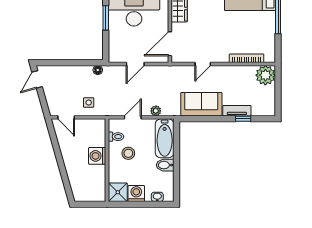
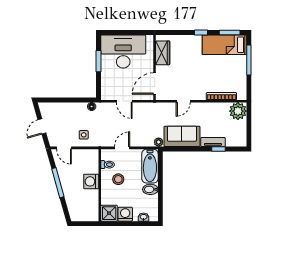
door: (135, 64) -> (124, 101), hinge flipped
door: (37, 79) -> (42, 126), moved
plant: (156, 111) -> (159, 142), moved
window: (59, 157) -> (58, 183), added

